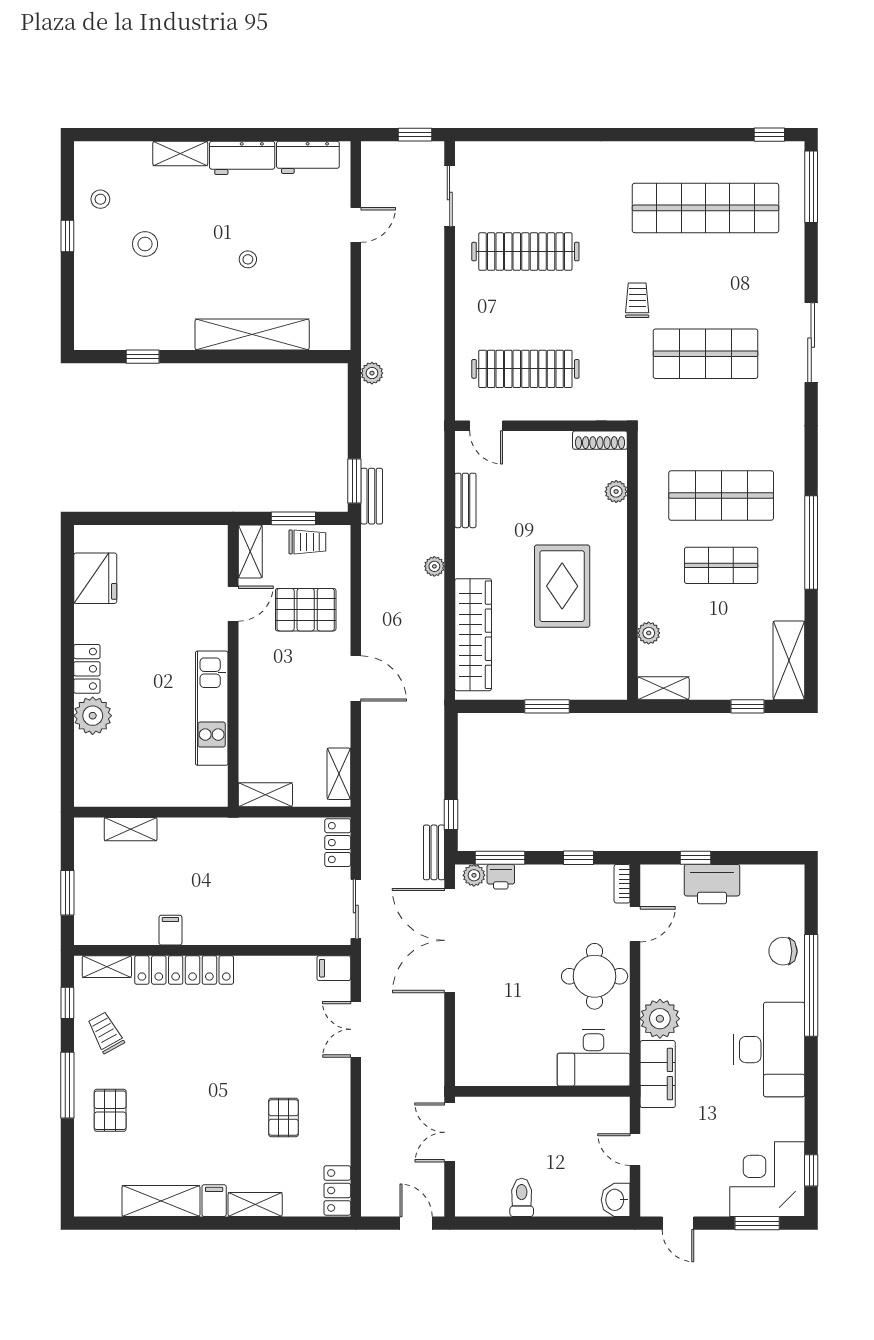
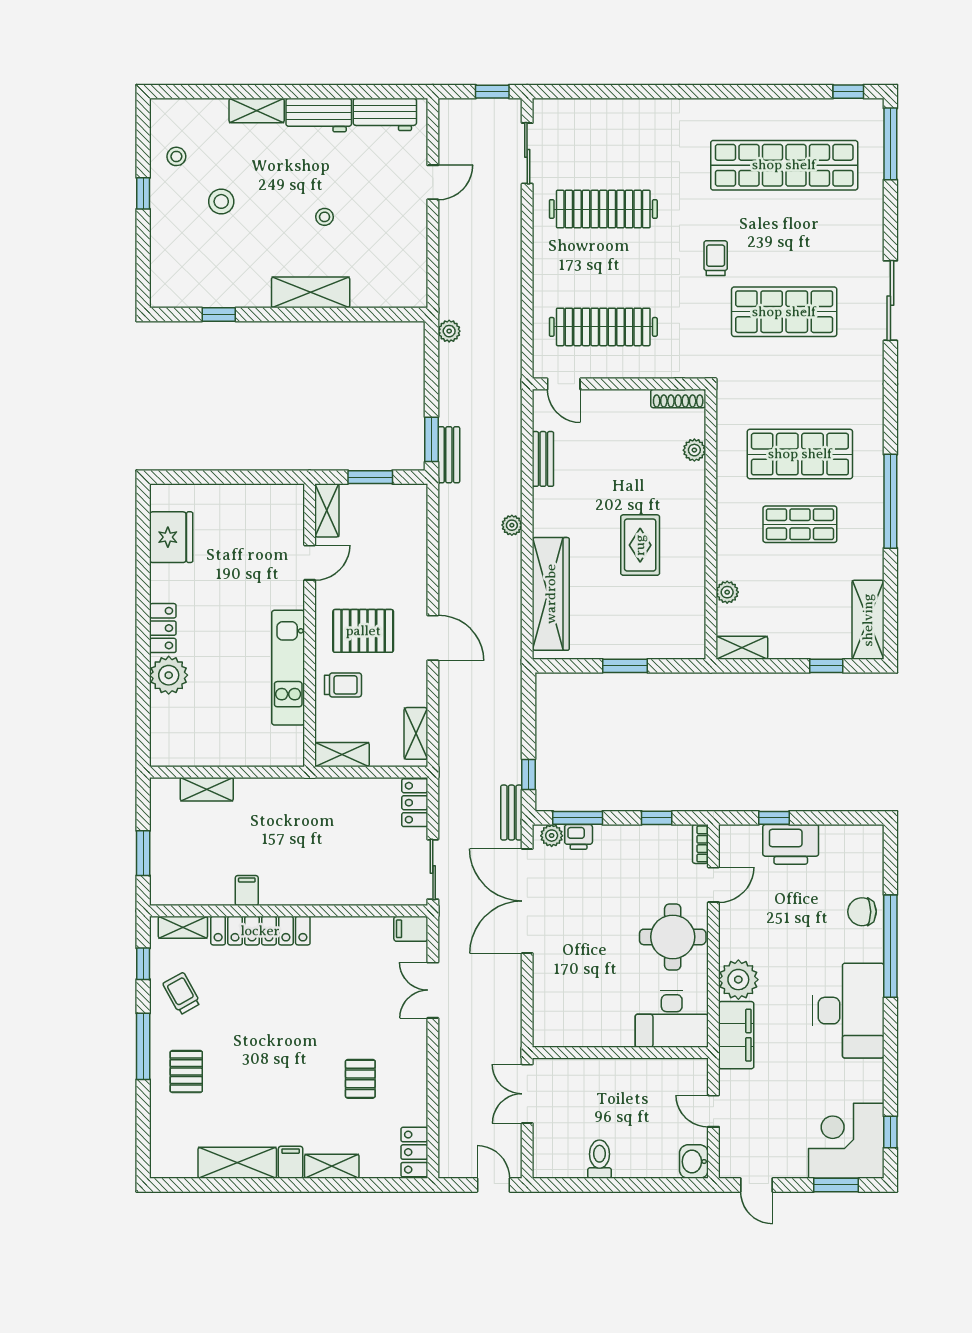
shelving: (252, 335) -> (311, 292), width x0.68
trolley: (307, 542) -> (343, 685), moved
rug: (562, 586) -> (640, 545), width x0.73, depth x0.70
pallet: (306, 610) -> (363, 631), moved

